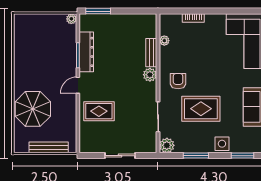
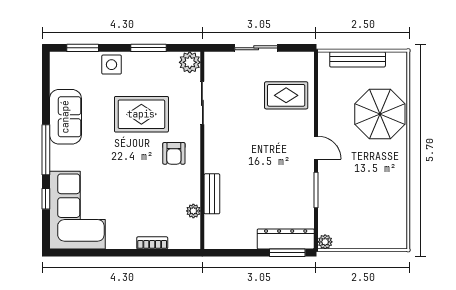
dresser: (86, 52) -> (286, 239), moved, turned 90
plant: (150, 75) -> (214, 162), removed
door: (78, 85) -> (316, 148), hinge flipped
rug: (99, 111) -> (286, 95), moved

